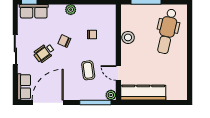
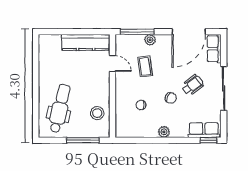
stool: (128, 37) -> (97, 113), moved
sliding door: (15, 50) -> (224, 88), width x1.37
plant: (111, 95) -> (150, 40), moved

